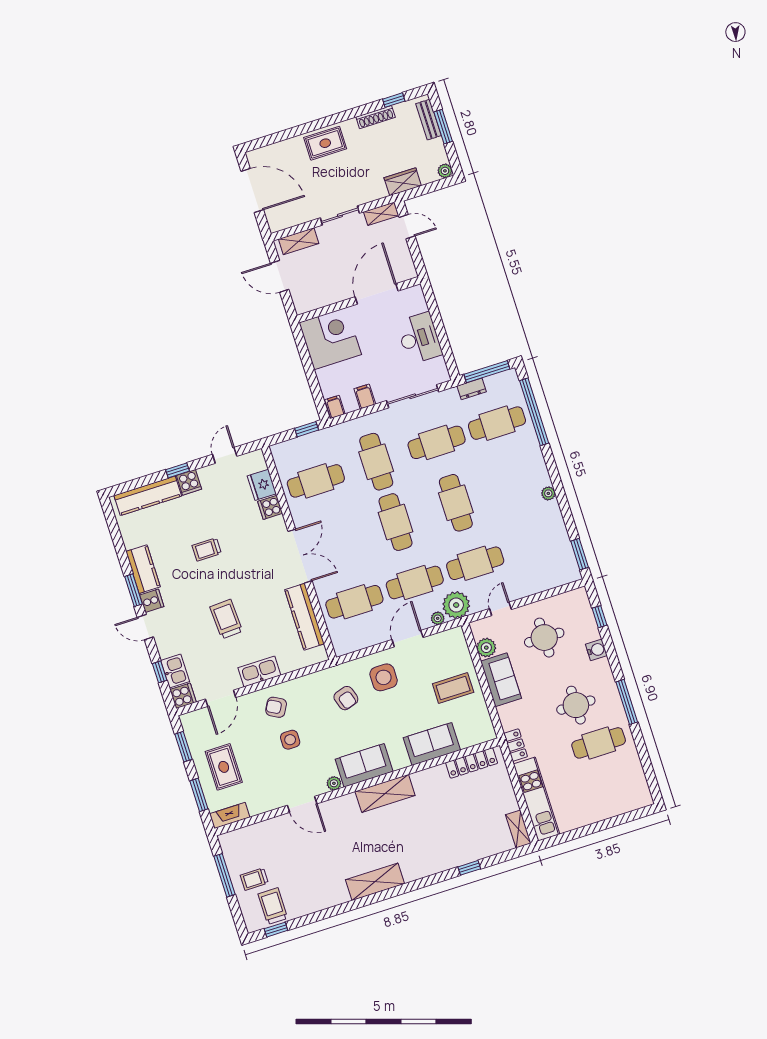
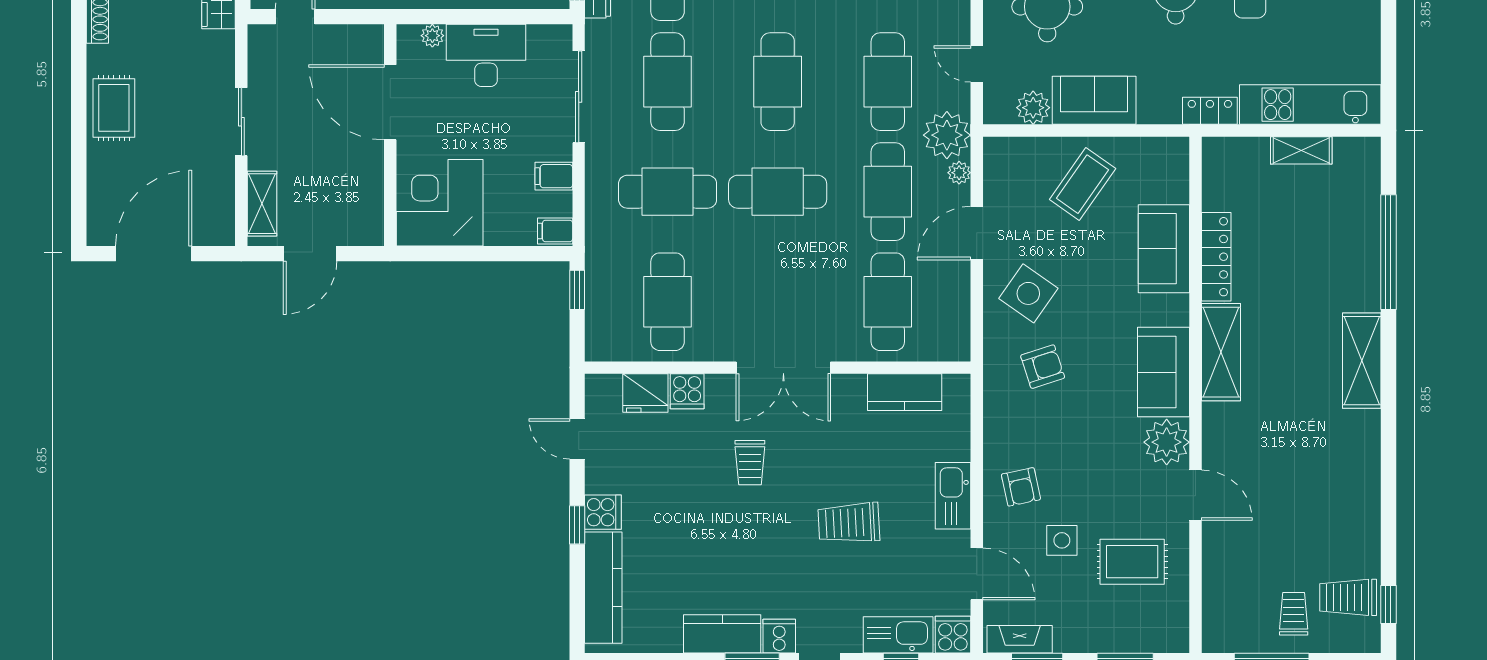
shelving: (381, 214) -> (260, 53), removed
plant: (421, 305) -> (432, 36), added
cafe table: (456, 503) -> (778, 82), turned 90
trolley: (207, 549) -> (750, 463), moved
double door: (300, 556) -> (783, 368), swing flipped
kitchen counter: (304, 617) -> (905, 392), width x0.67
door: (408, 639) -> (977, 233), hinge flipped
kitchen sink: (175, 671) -> (898, 635), width x1.38
side table: (384, 677) -> (1028, 293), turned 35
coffee table: (453, 688) -> (1083, 184), turned 35
armchair: (276, 707) -> (1021, 487), turned -41
side table: (290, 740) -> (1062, 540), moved
locker: (472, 763) -> (1216, 257), moved
rug: (224, 767) -> (1132, 562), moved
plant: (334, 783) -> (1167, 442), width x1.87, depth x1.87
door: (302, 804) -> (1195, 495), hinge flipped
fireplace: (230, 816) -> (1020, 639), moved, turned 90
shelving: (518, 829) -> (1301, 150), moved
window: (469, 868) -> (1388, 252), width x3.17
trolley: (254, 879) -> (1294, 614), turned 180
shelving: (375, 882) -> (1362, 361), moved

